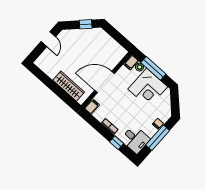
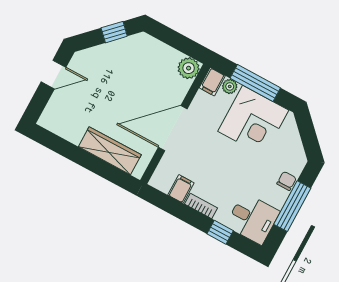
door: (48, 39) -> (54, 75), hinge flipped
plant: (120, 52) -> (189, 68), added
filing cabinet: (92, 107) -> (181, 189), moved

